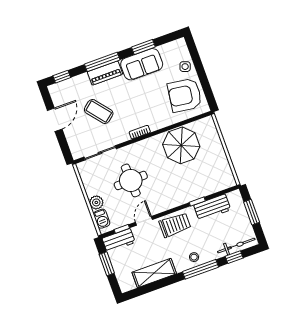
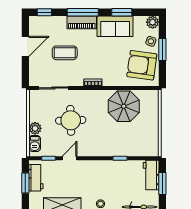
plant: (180, 46) -> (153, 22), added
window: (200, 71) -> (162, 50), added
coffee table: (99, 111) -> (65, 53), turned -51
workbench: (212, 208) -> (151, 175), moved, turned 90
trolley: (175, 225) -> (94, 171), removed
workbench: (119, 240) -> (36, 178), moved, turned -90

